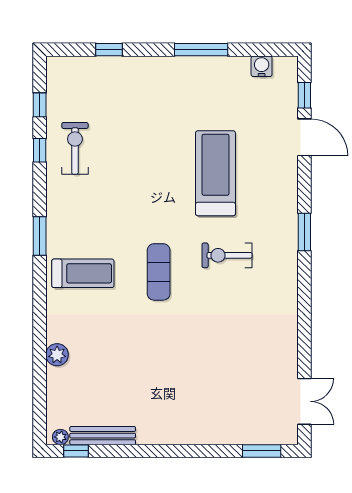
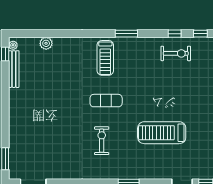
treadmill: (215, 173) -> (162, 133), turned 180
exercise bike: (227, 255) -> (102, 141), moved
plant: (57, 355) -> (46, 43), moved

